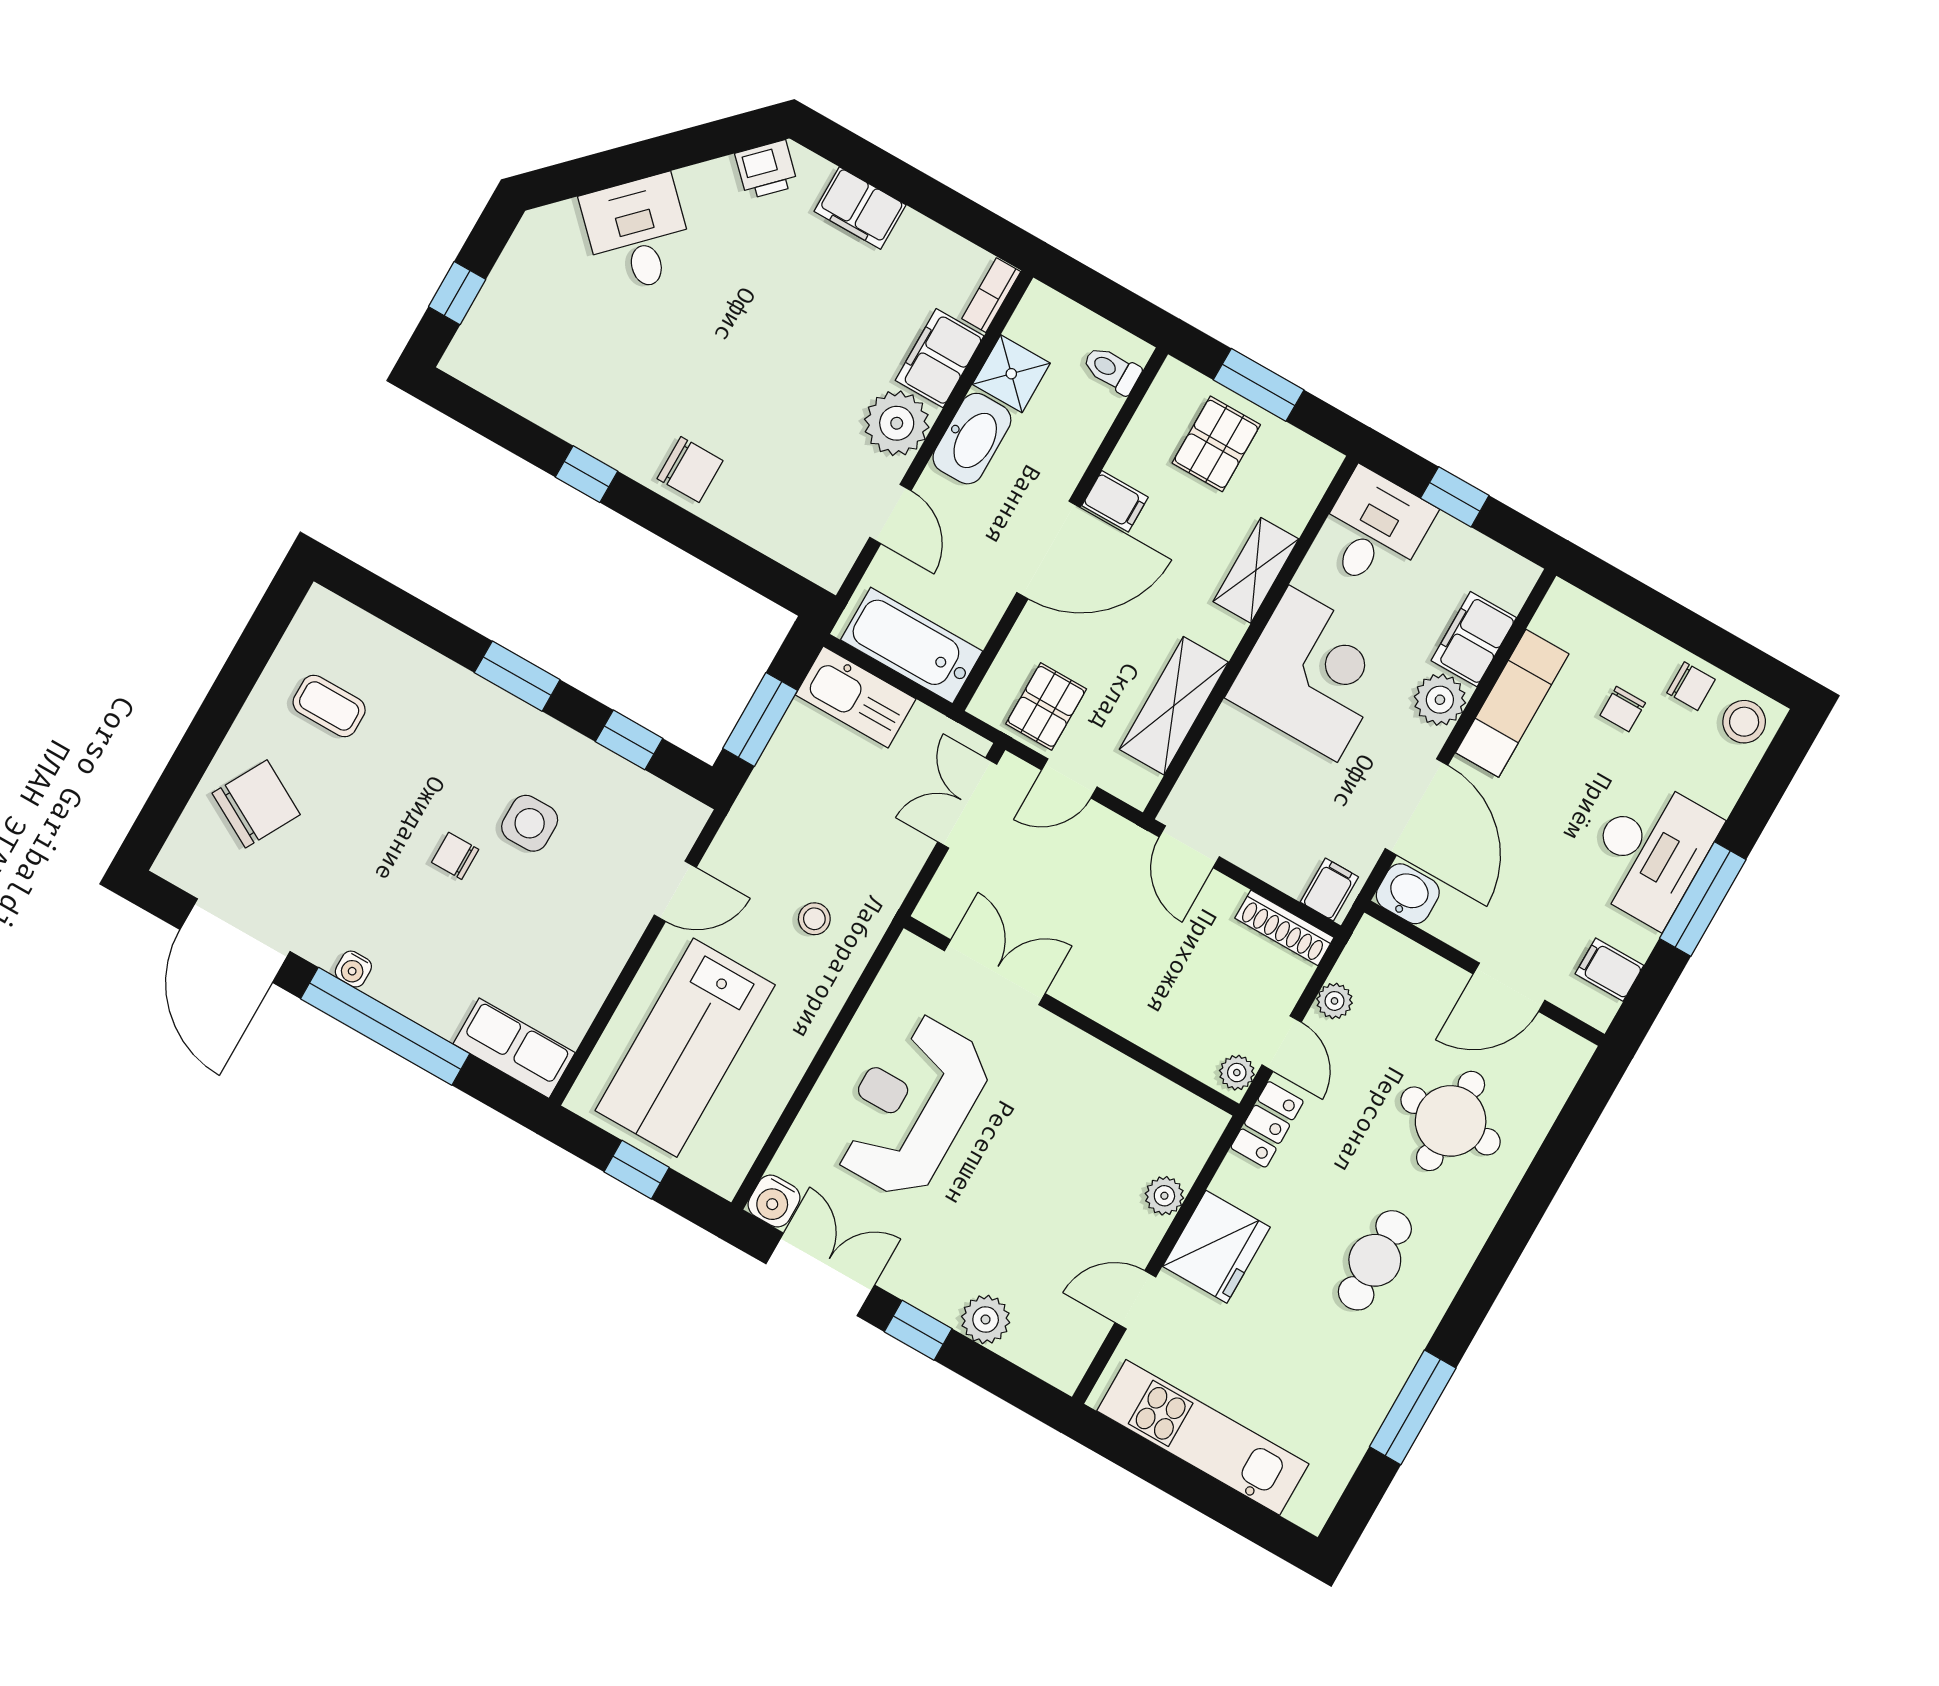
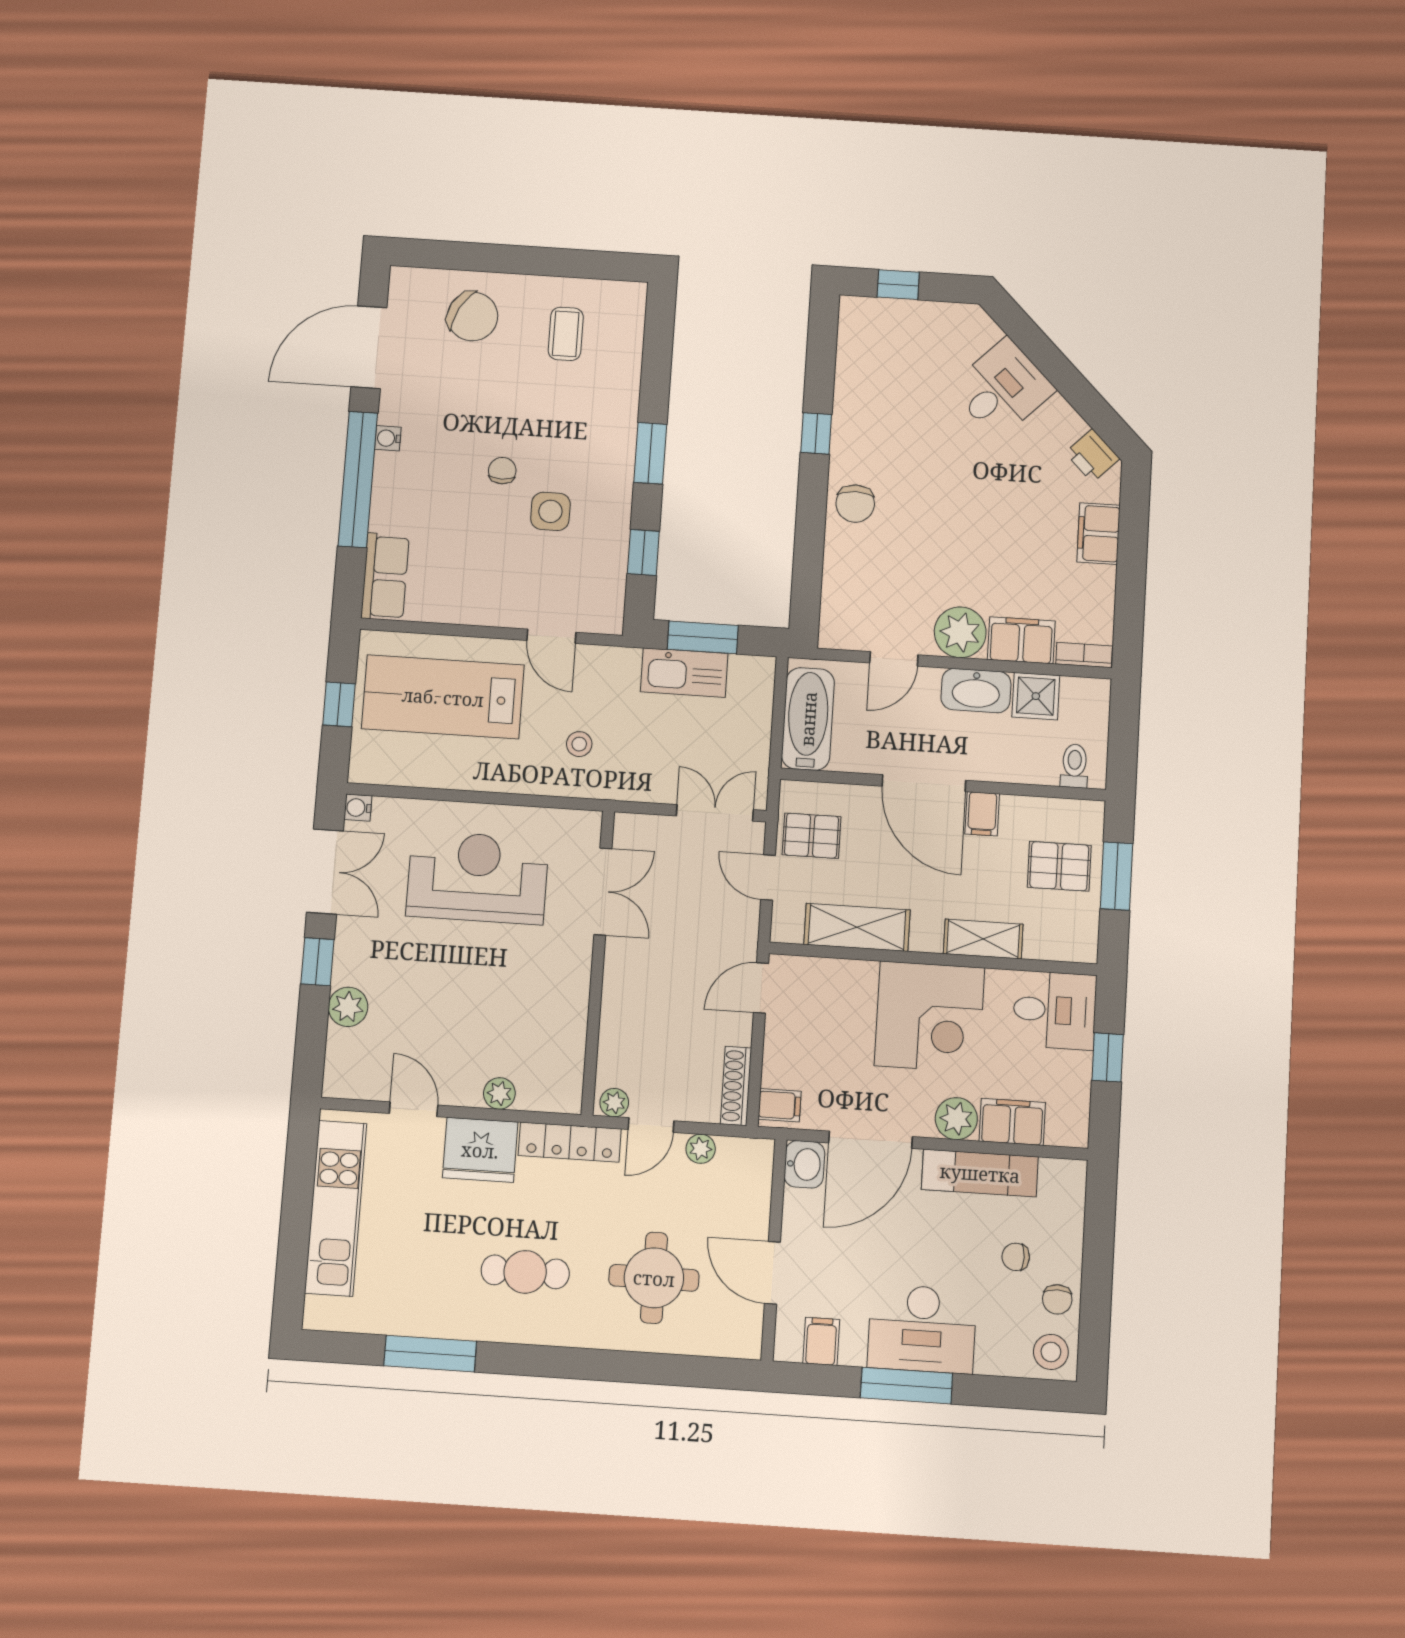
kitchen sink: (856, 697) -> (684, 673), moved, turned -90
locker: (1267, 1124) -> (570, 1142), width x1.53
water cooler: (774, 1201) -> (358, 808), width x0.72, depth x0.72

